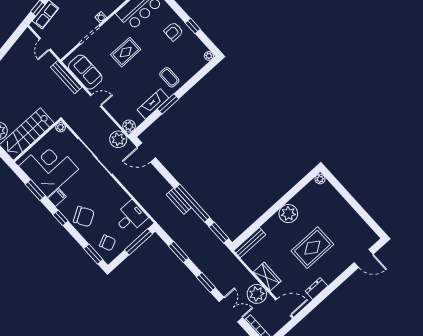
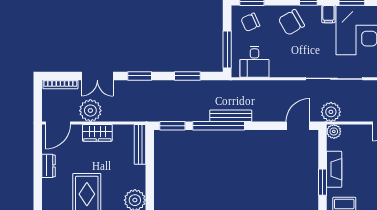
bench: (179, 201) -> (231, 116), width x1.36

